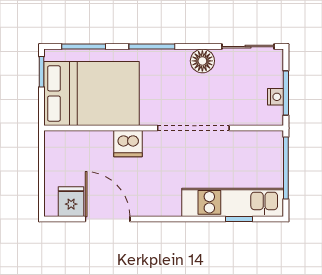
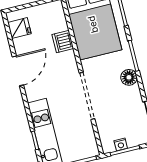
floor lamp: (202, 61) -> (129, 77), moved
dishwasher: (128, 144) -> (63, 42), moved
door: (108, 219) -> (18, 71), moved

